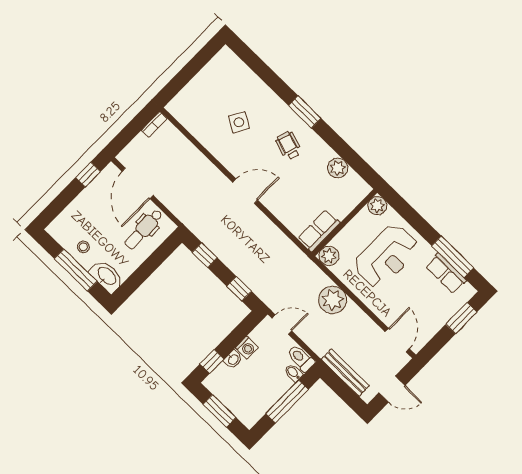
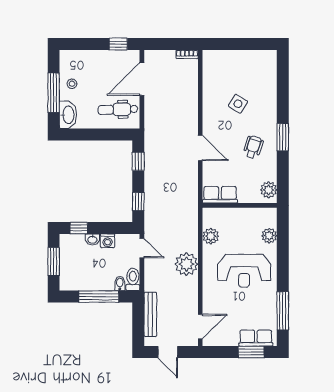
wall: (344, 223) -> (240, 205), moved
row of seats: (319, 230) -> (220, 195), moved
row of seats: (446, 273) -> (256, 338), moved, turned 90

